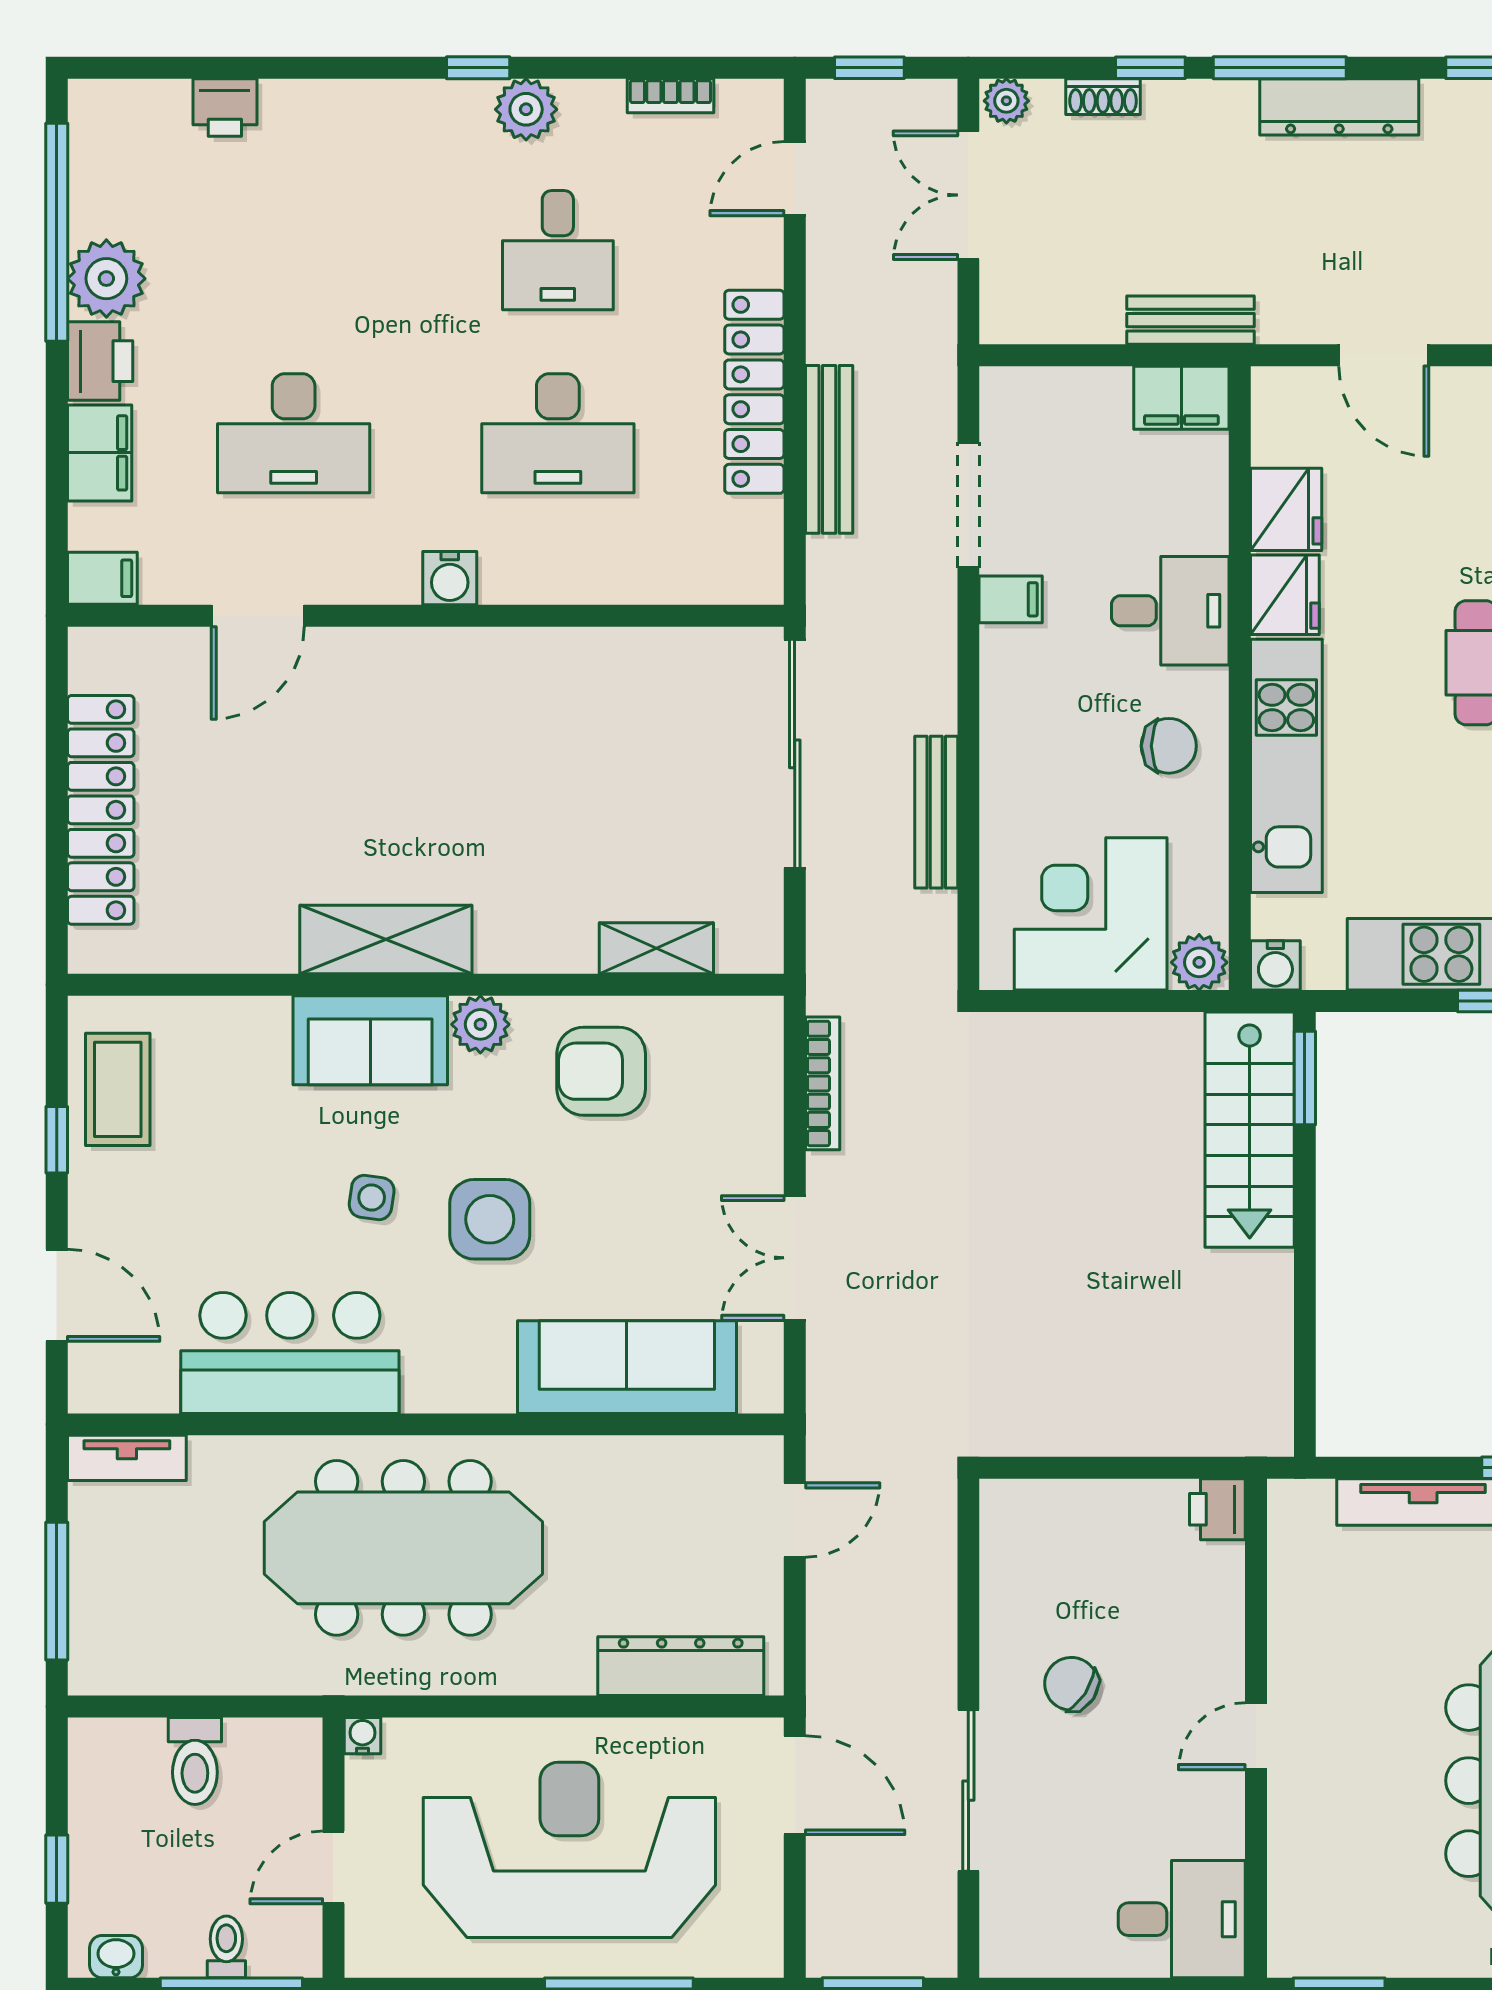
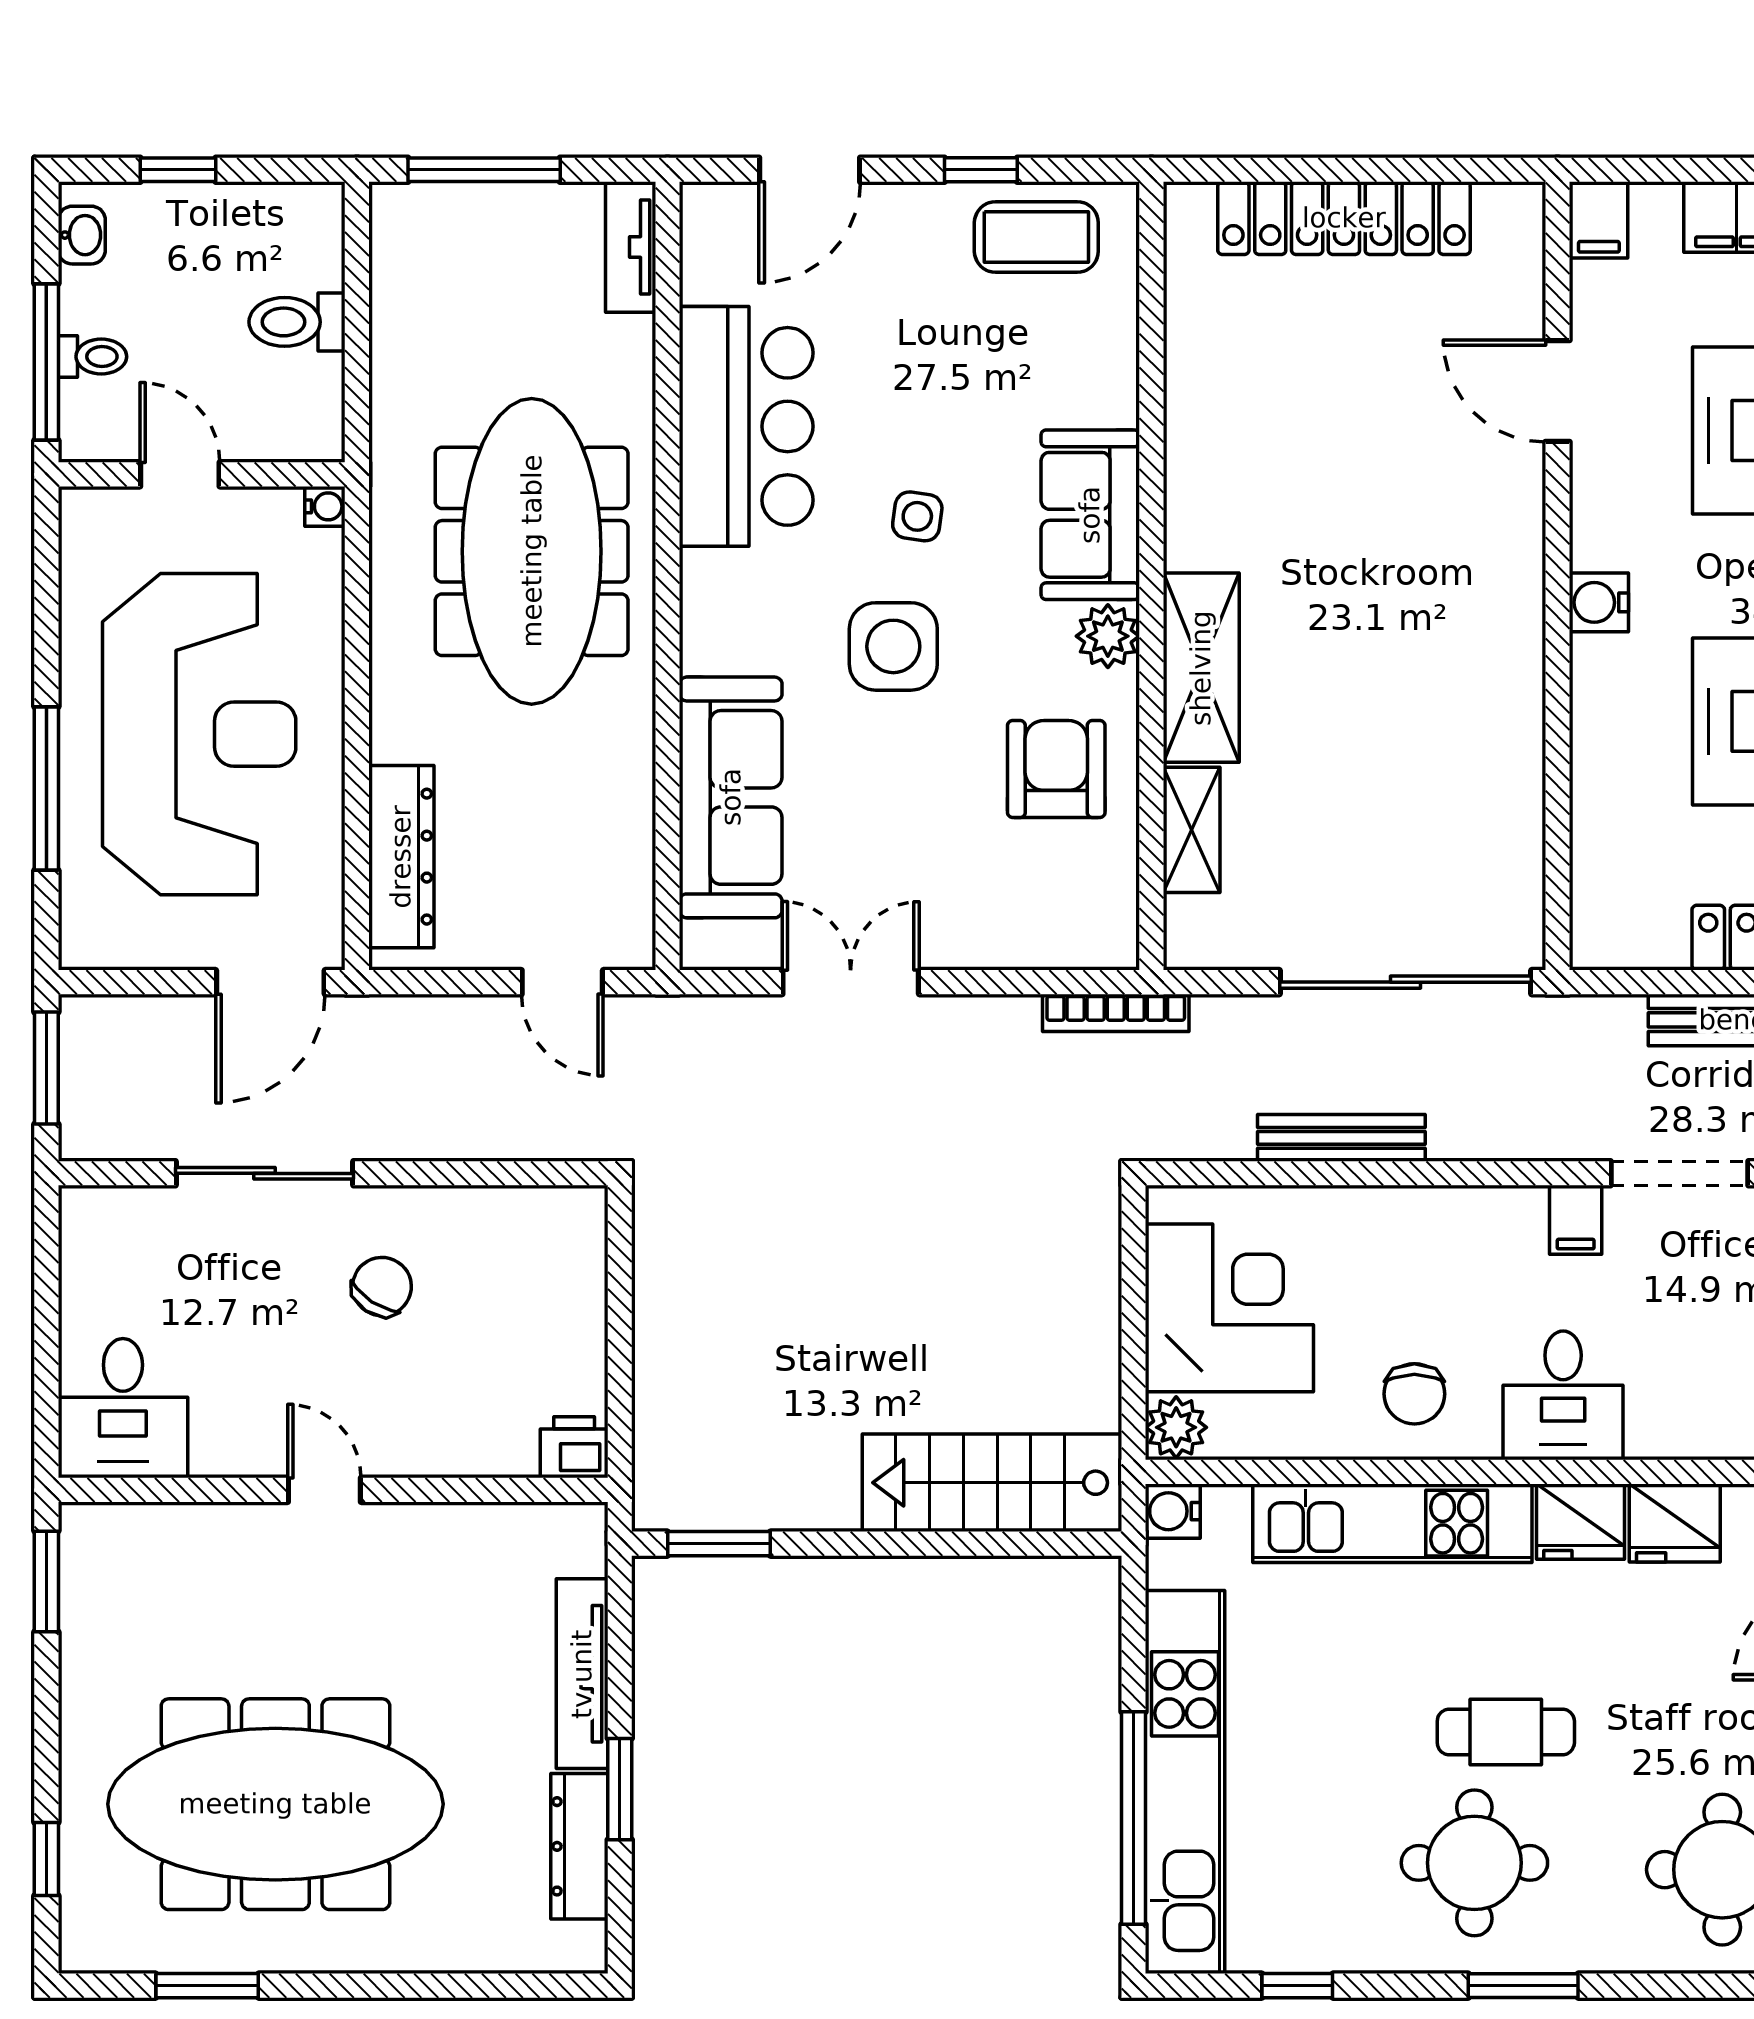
shelving: (386, 940) -> (1201, 668), moved
window: (1305, 1078) -> (719, 1544), moved
bookcase: (823, 1083) -> (1116, 1013), moved

